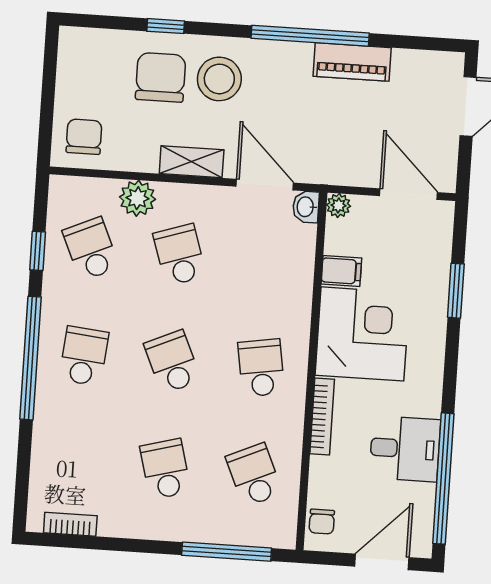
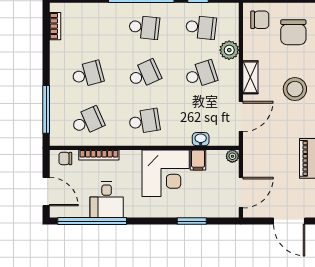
chair: (161, 77) -> (293, 32), moved, turned 90
washbasin: (306, 207) -> (201, 139), moved
school desk: (91, 249) -> (201, 27), turned 30
bookcase: (322, 417) -> (99, 155), moved

